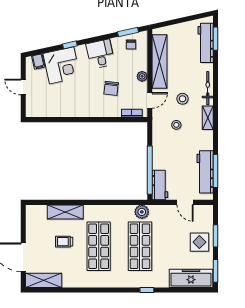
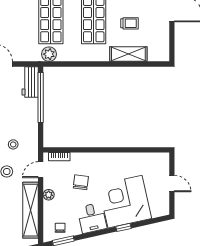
filing cabinet: (38, 62) -> (156, 210), removed
corner desk: (62, 65) -> (125, 202), width x1.36, depth x1.36

